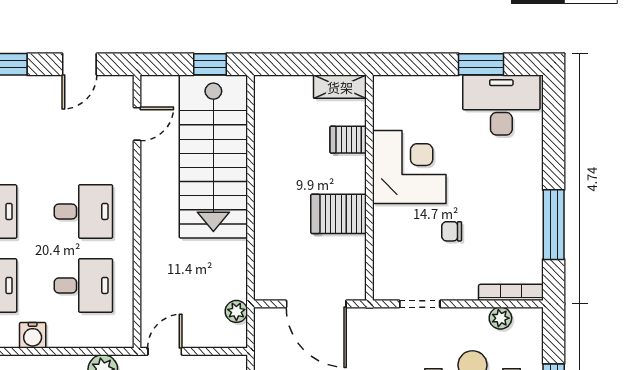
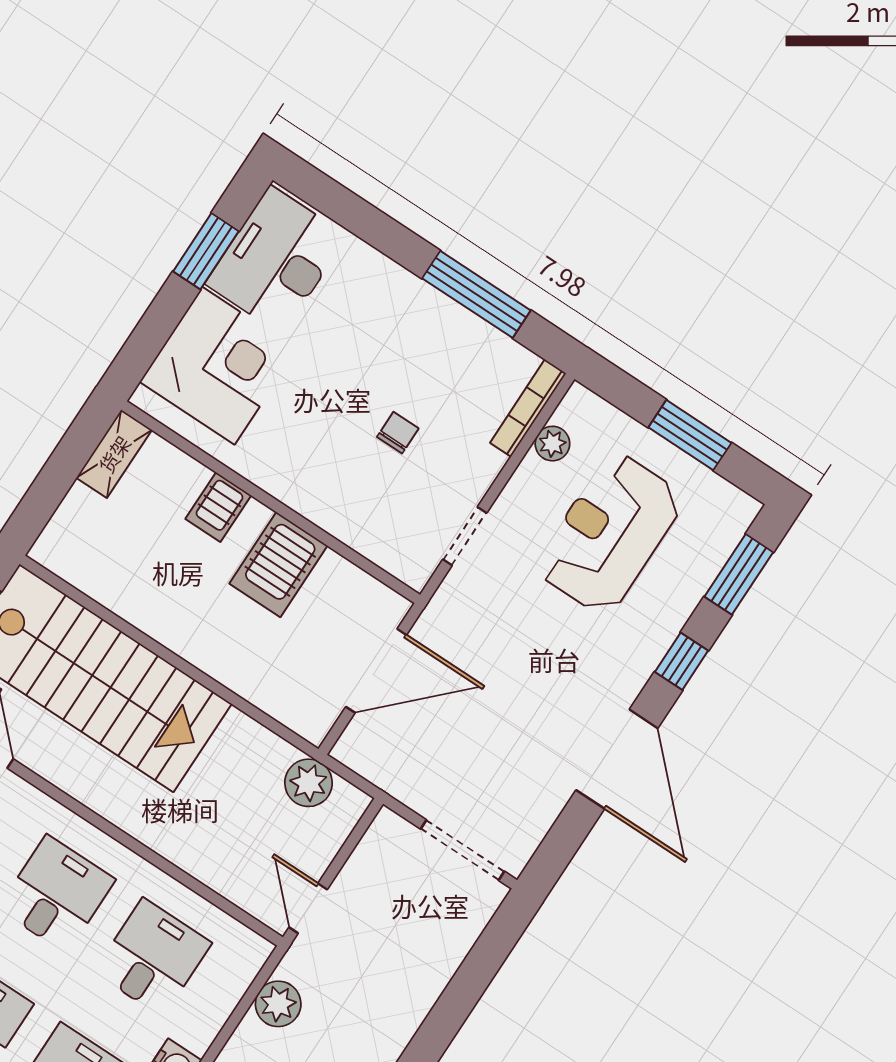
server rack: (348, 140) -> (218, 507), moved
corner desk: (409, 167) -> (218, 366), moved, turned 90
chair: (452, 231) -> (398, 433), turned 180
plant: (236, 311) -> (309, 783), width x1.38, depth x1.38

